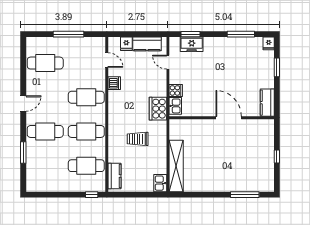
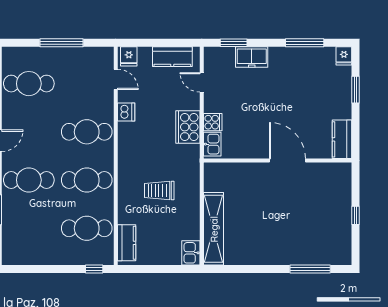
fridge: (126, 44) -> (129, 56), moved
freezer: (192, 44) -> (252, 57), moved
cooker: (158, 109) -> (188, 127), moved

